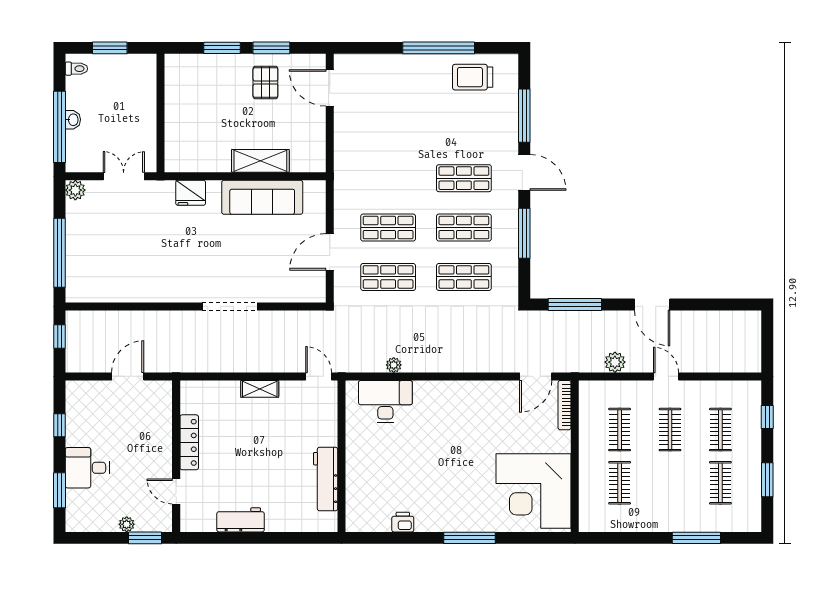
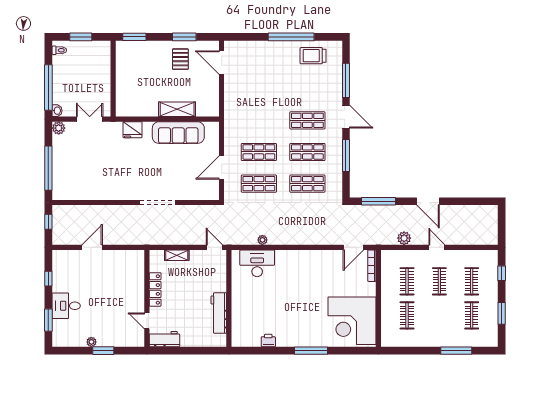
window: (222, 48) -> (134, 37), moved
washbasin: (73, 120) -> (57, 111), moved
locker: (189, 442) -> (155, 289), moved
wall: (176, 456) -> (147, 298), moved
door: (176, 492) -> (147, 321), moved

